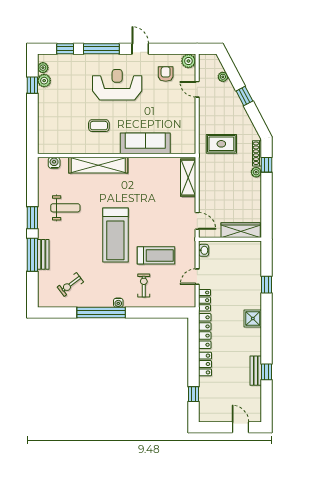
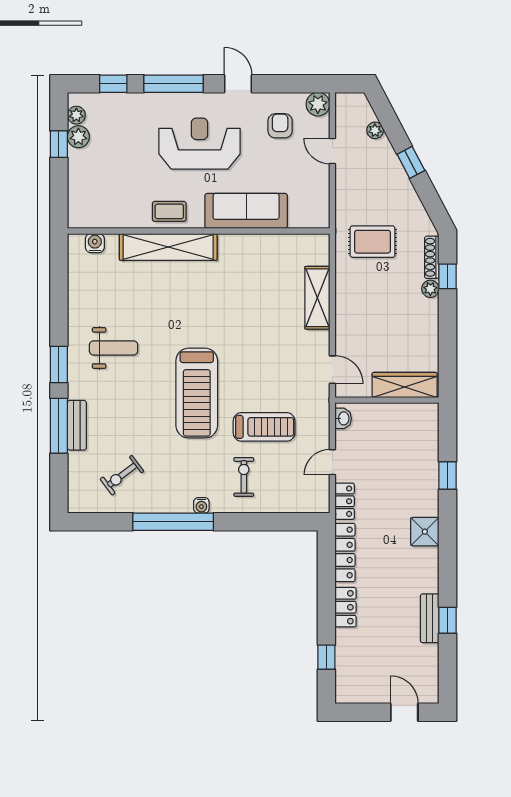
sofa: (145, 143) -> (246, 211), moved
wall: (117, 155) -> (199, 231), moved
water cooler: (54, 163) -> (95, 243), moved
shelving: (98, 165) -> (168, 247), moved

